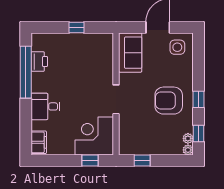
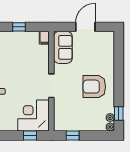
filing cabinet: (107, 41) -> (44, 38), added
side table: (177, 47) -> (101, 43), removed
window: (199, 99) -> (119, 86), removed

